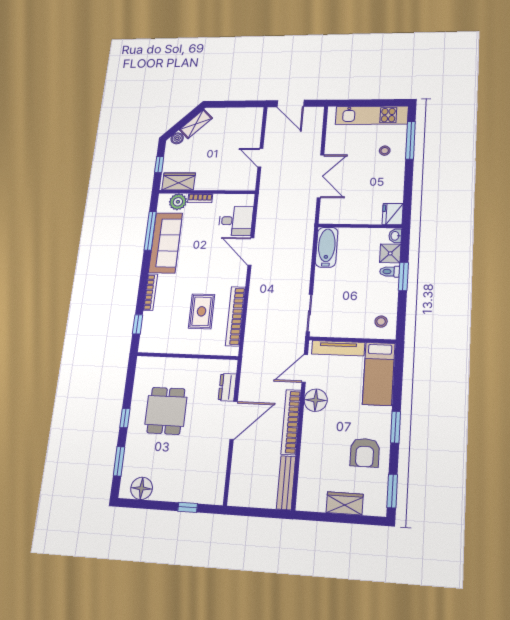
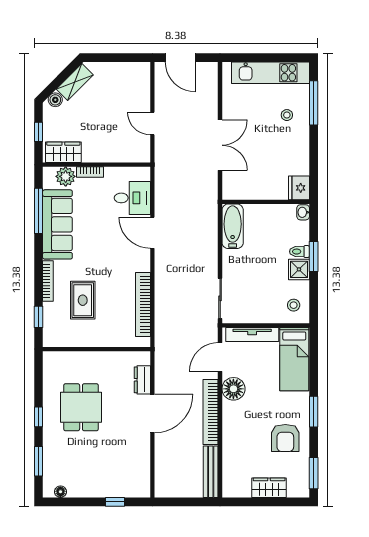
shower: (390, 253) -> (299, 269), moved
rug: (202, 311) -> (83, 300), moved
floor lamp: (142, 488) -> (60, 492), width x0.53, depth x0.53

